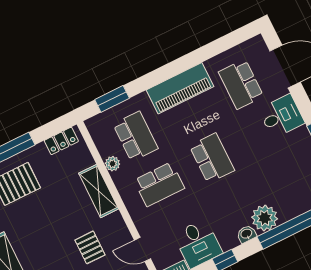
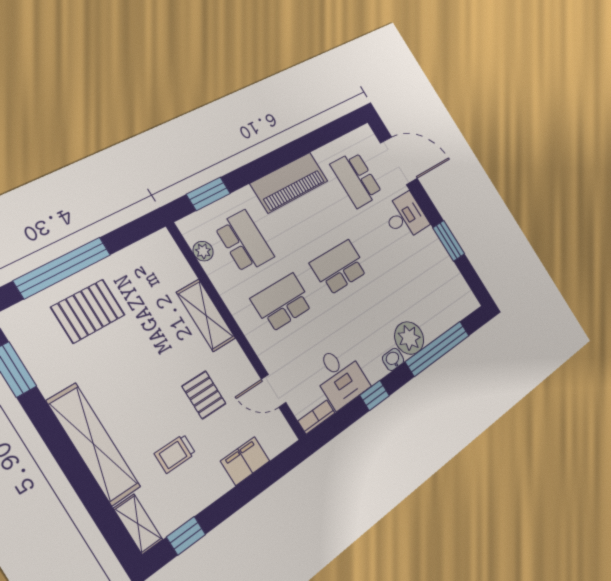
locker: (61, 141) -> (147, 249), removed
school desk: (212, 158) -> (339, 267), turned -90
plant: (112, 164) -> (203, 251), moved
school desk: (159, 184) -> (282, 302), turned 180

